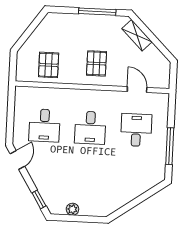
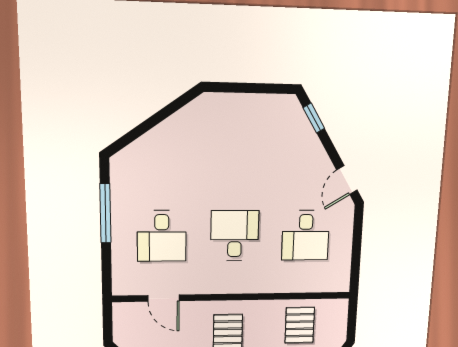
desk: (44, 125) -> (306, 235), turned 180
plant: (72, 209) -> (260, 103), removed

